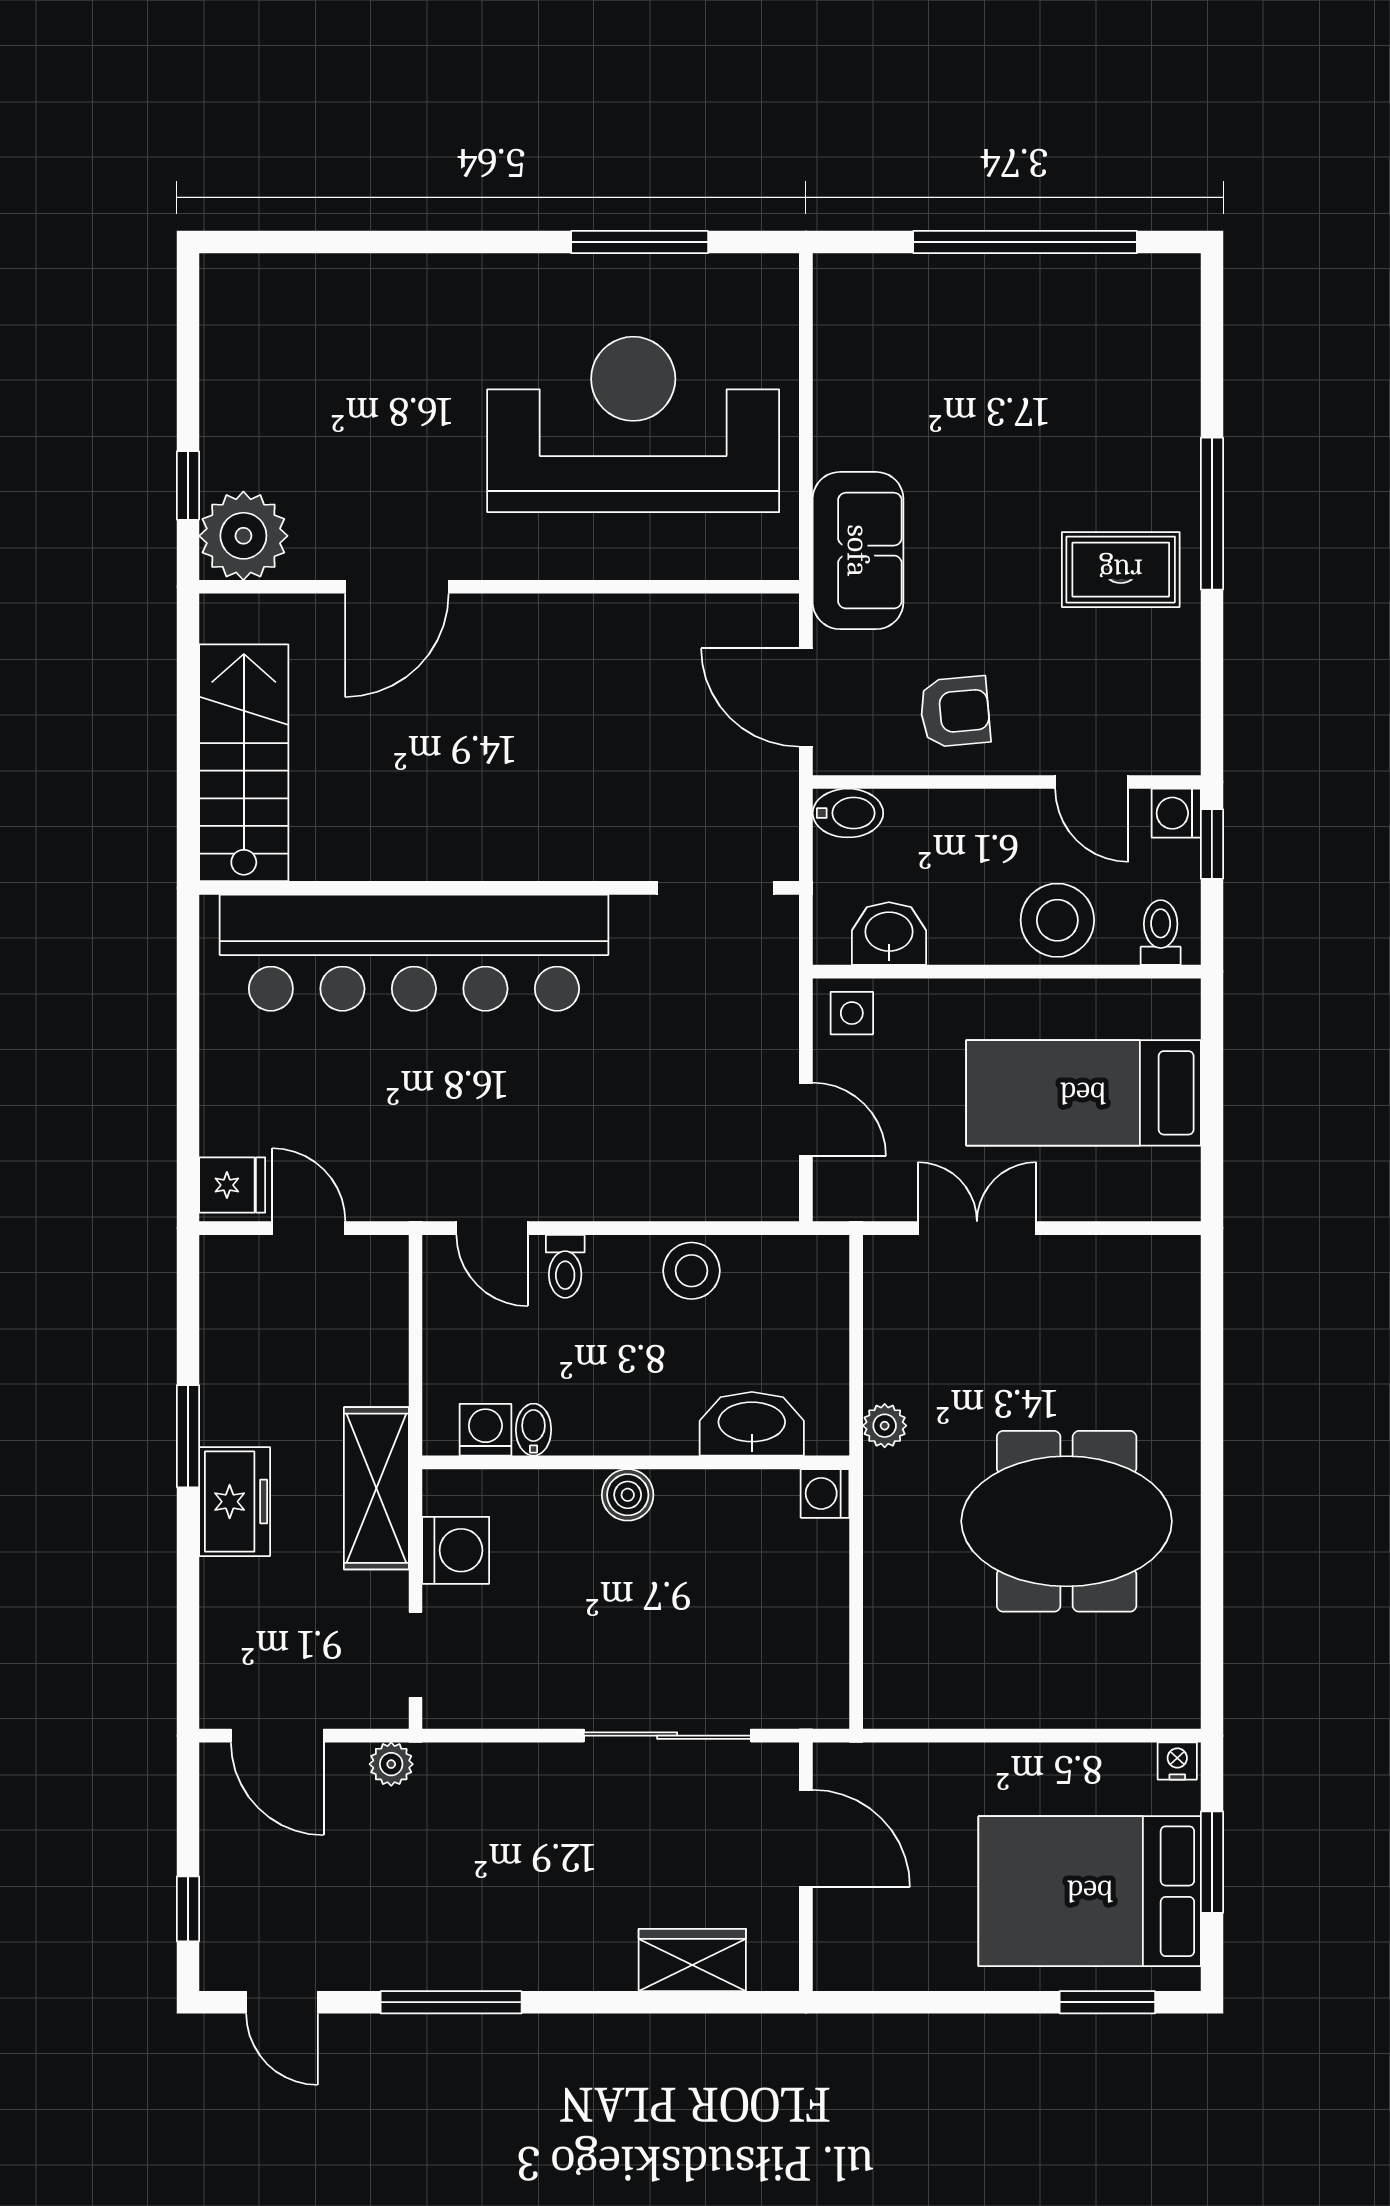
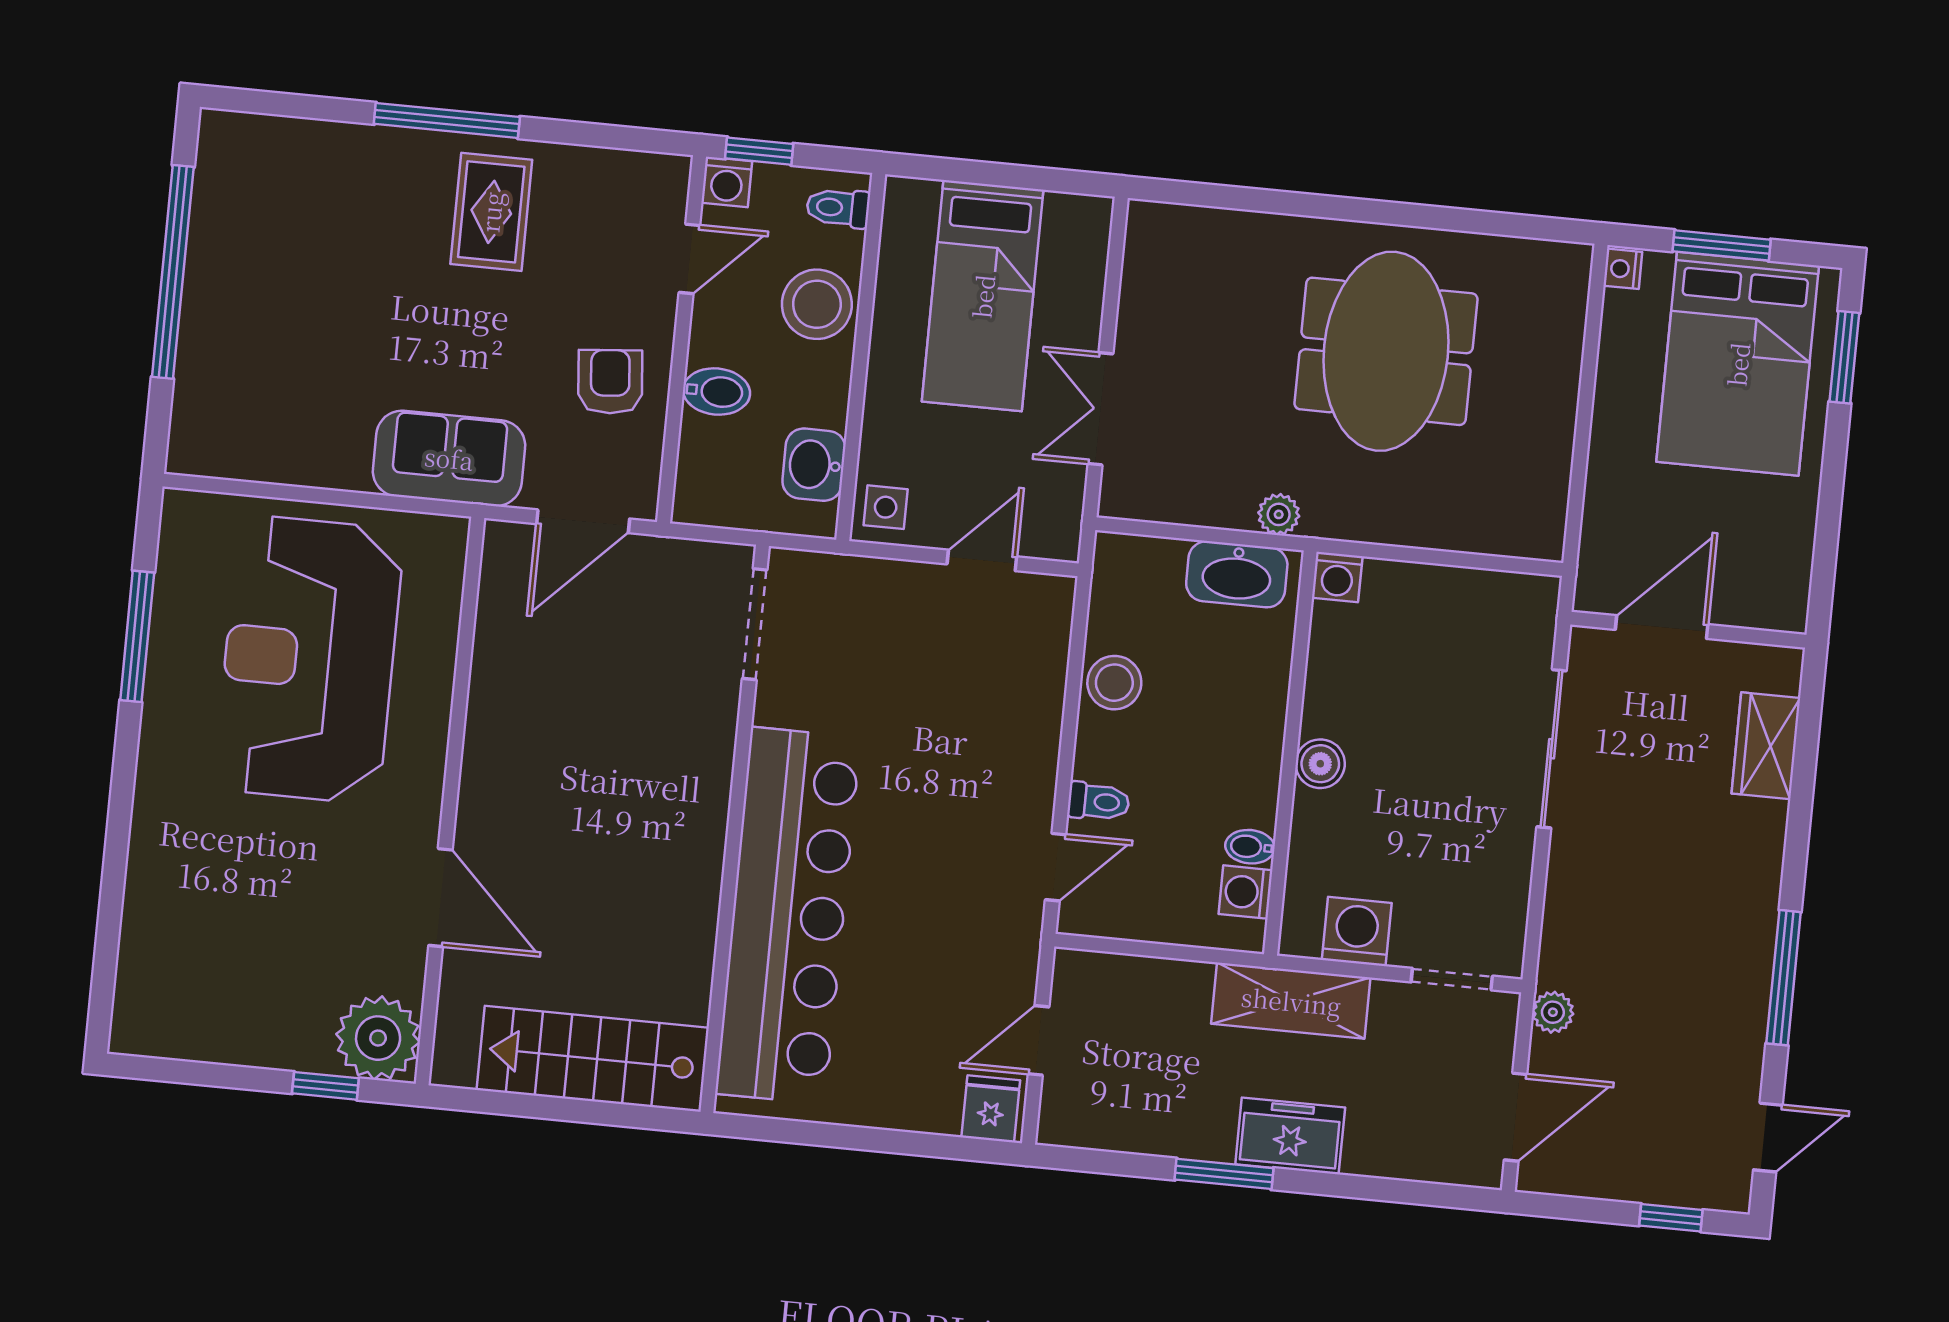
bidet: (848, 813) -> (716, 392), moved, turned 90
washbasin: (752, 1424) -> (1237, 574), moved, turned -90

